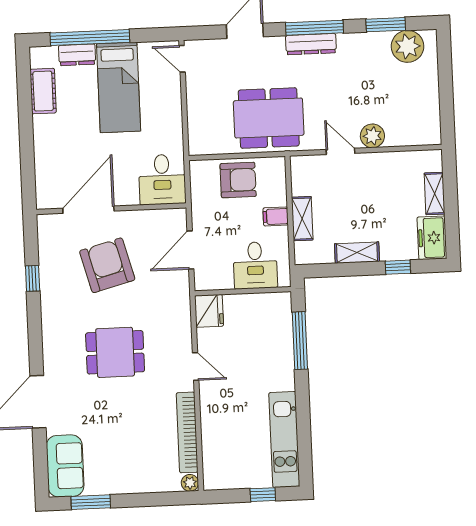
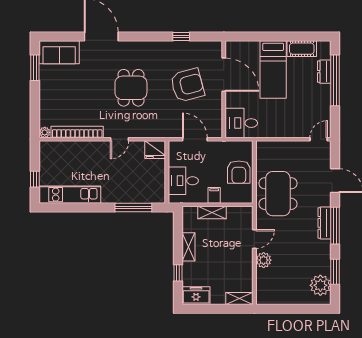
bed: (119, 87) -> (273, 70), moved, turned -90
shelving: (435, 193) -> (239, 299), moved

